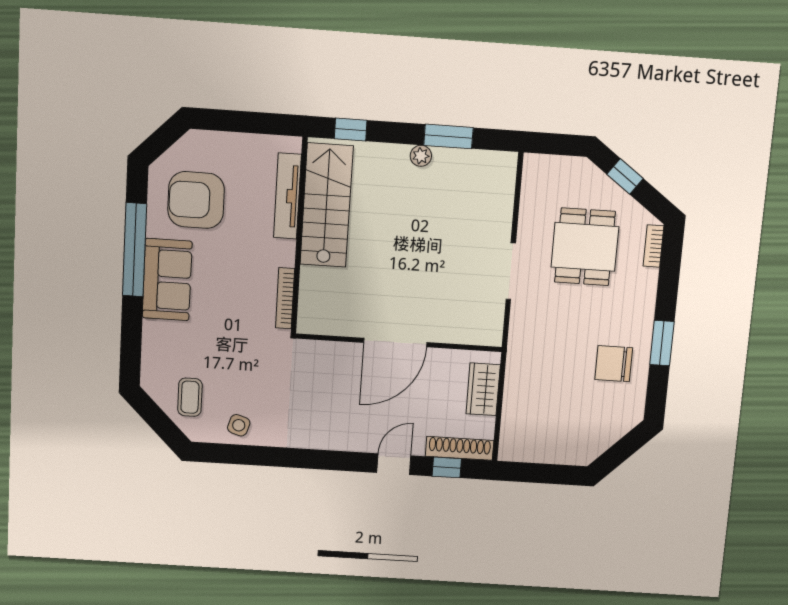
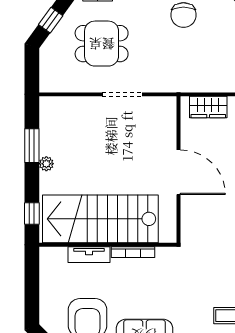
tv unit: (287, 196) -> (89, 255), width x0.71
stairs: (327, 205) -> (100, 219), width x1.36, depth x1.51
bookcase: (285, 298) -> (133, 252), moved

